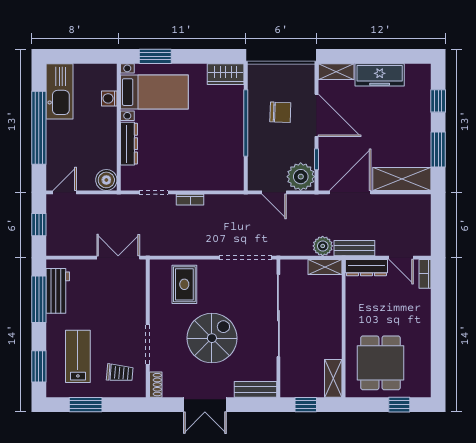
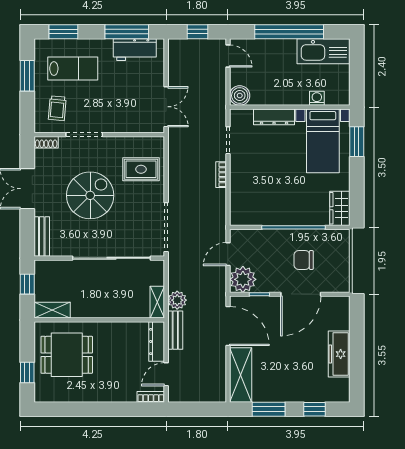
shelving: (336, 72) -> (342, 313), removed
chair: (280, 112) -> (304, 260), turned 88
spiral stairs: (212, 338) -> (90, 195), turned -90

